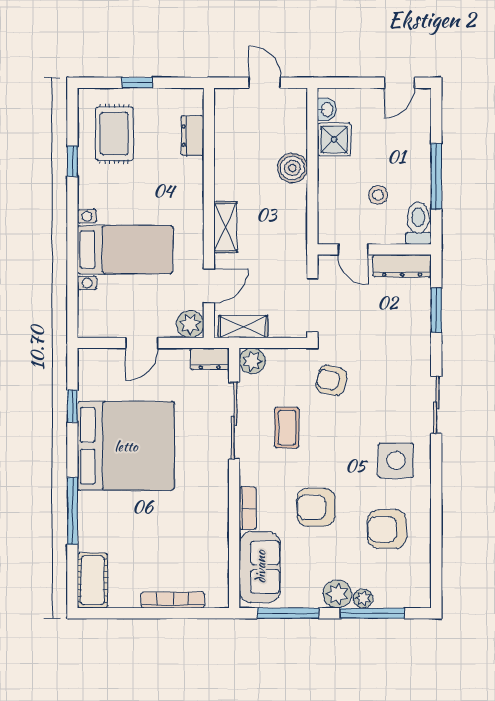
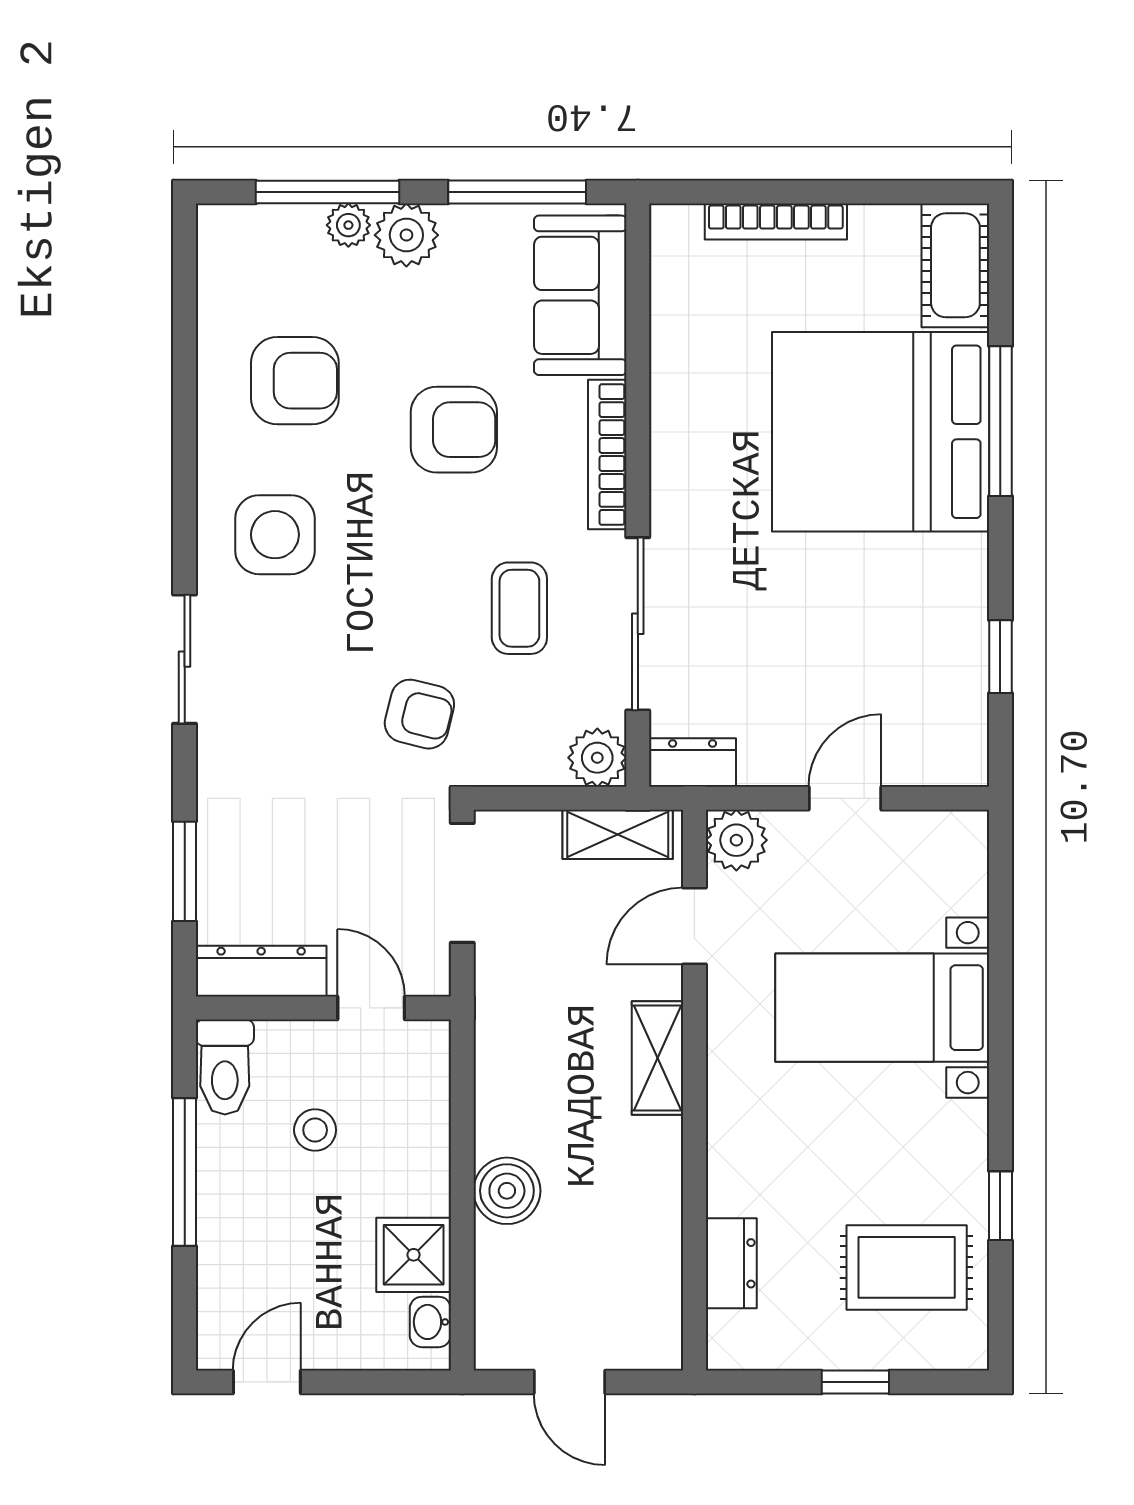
rug: (114, 134) -> (907, 1267), turned 90
bed: (126, 446) -> (881, 432), moved
bookcase: (248, 508) -> (607, 455), width x1.56

